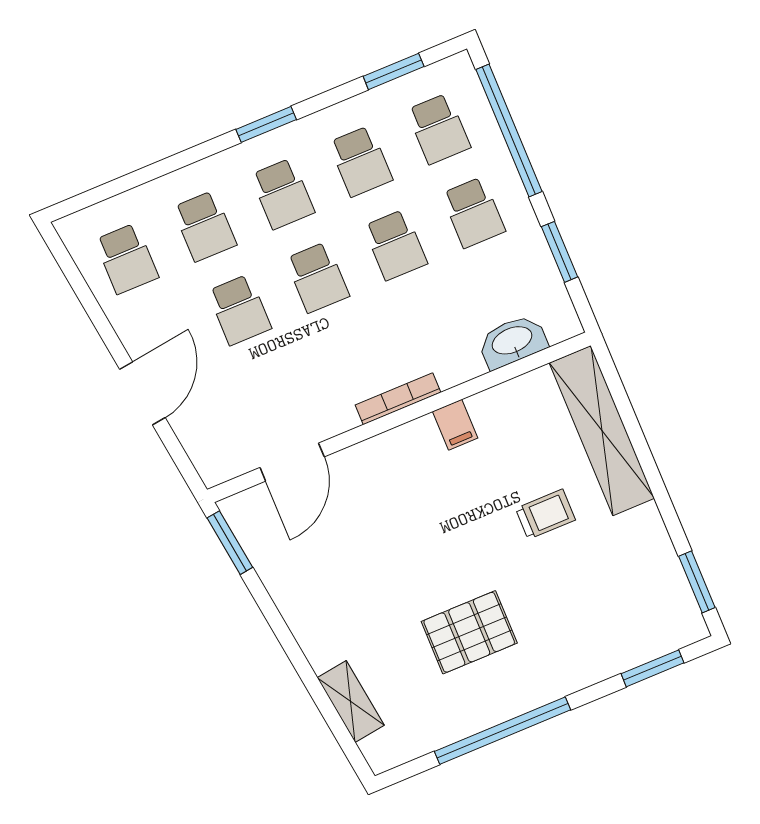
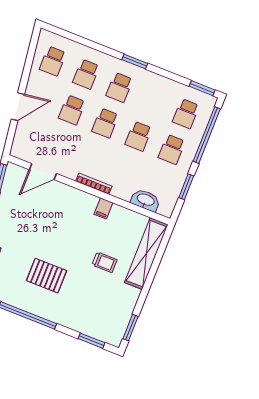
window: (394, 71) -> (202, 88), moved
school desk: (361, 161) -> (153, 101), removed

